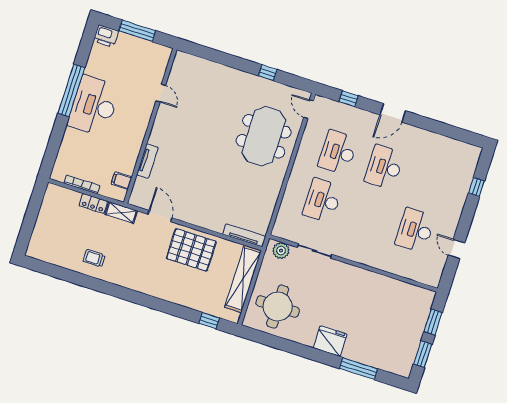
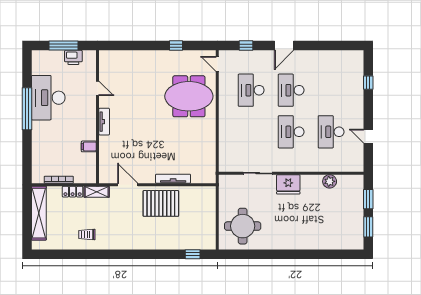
printer: (106, 36) -> (73, 57), moved
desk: (94, 106) -> (48, 98), moved
meeting table: (264, 136) -> (189, 96), turned 90
tv unit: (147, 161) -> (104, 122), moved
filing cabinet: (122, 181) -> (89, 146), moved
desk: (323, 201) -> (291, 132), moved
tv unit: (244, 235) -> (173, 179), moved
plant: (281, 251) -> (330, 181), moved
shelving: (243, 279) -> (39, 213), moved
fridge: (330, 341) -> (288, 184), moved, turned 180
window: (359, 369) -> (322, 254), removed

